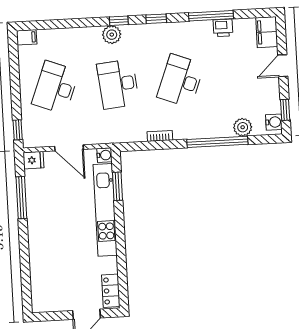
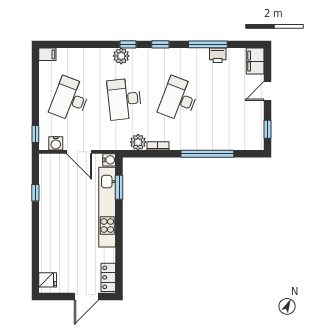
water cooler: (274, 122) -> (56, 143), moved, turned 90
plant: (243, 127) -> (138, 142), moved
fridge: (33, 160) -> (48, 280), moved
window: (21, 198) -> (35, 193), width x0.46

